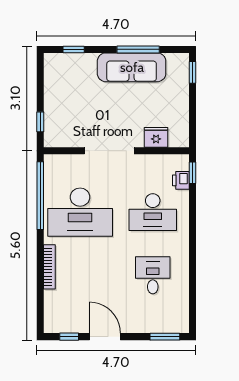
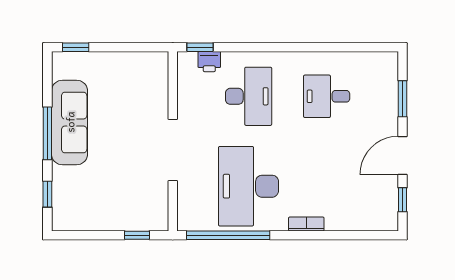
window: (138, 49) -> (47, 133), moved
fridge: (156, 137) -> (156, 92), removed
desk: (80, 212) -> (249, 186), turned 180
bookcase: (49, 267) -> (306, 224), width x0.64
window: (165, 337) -> (402, 99), moved

